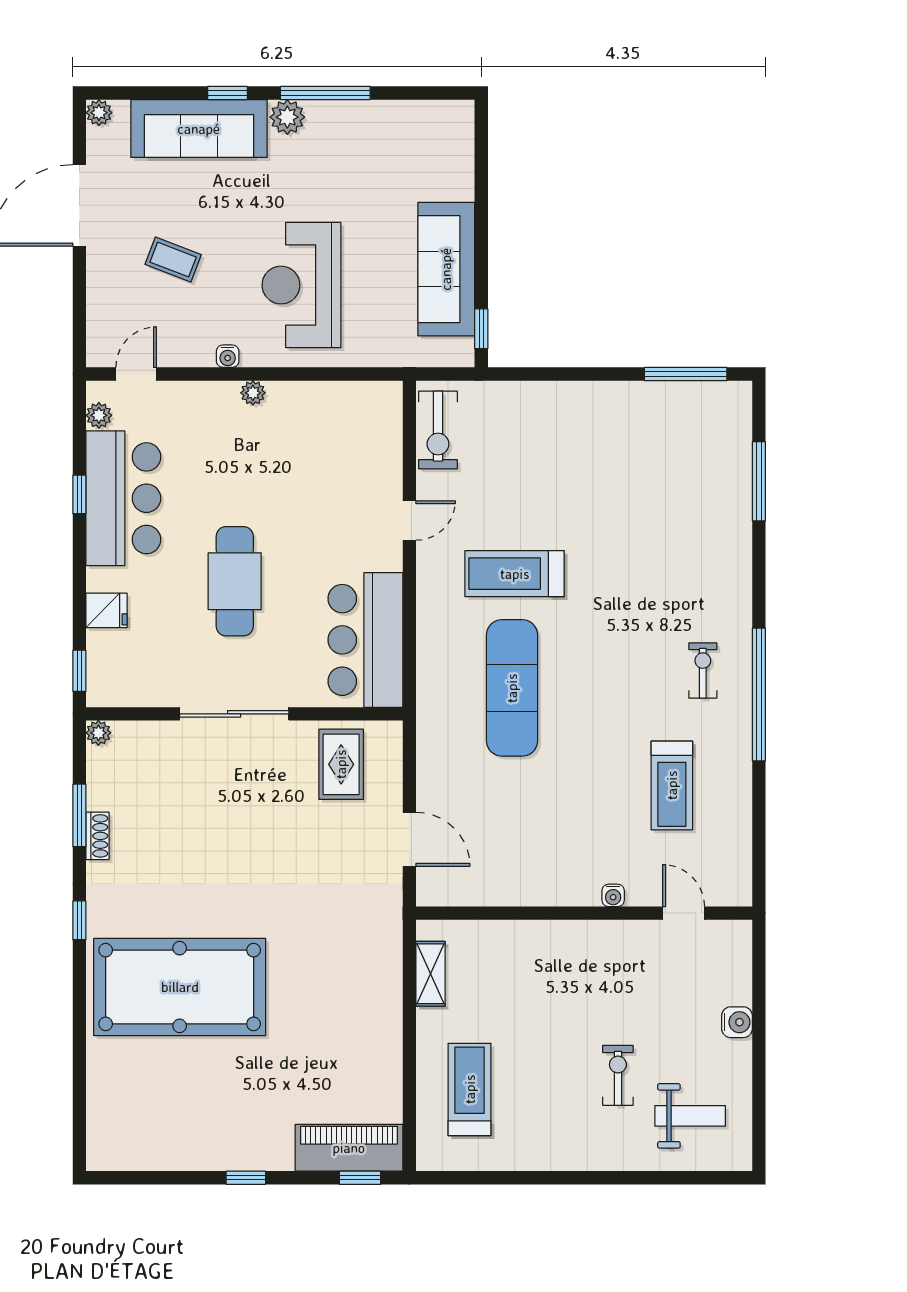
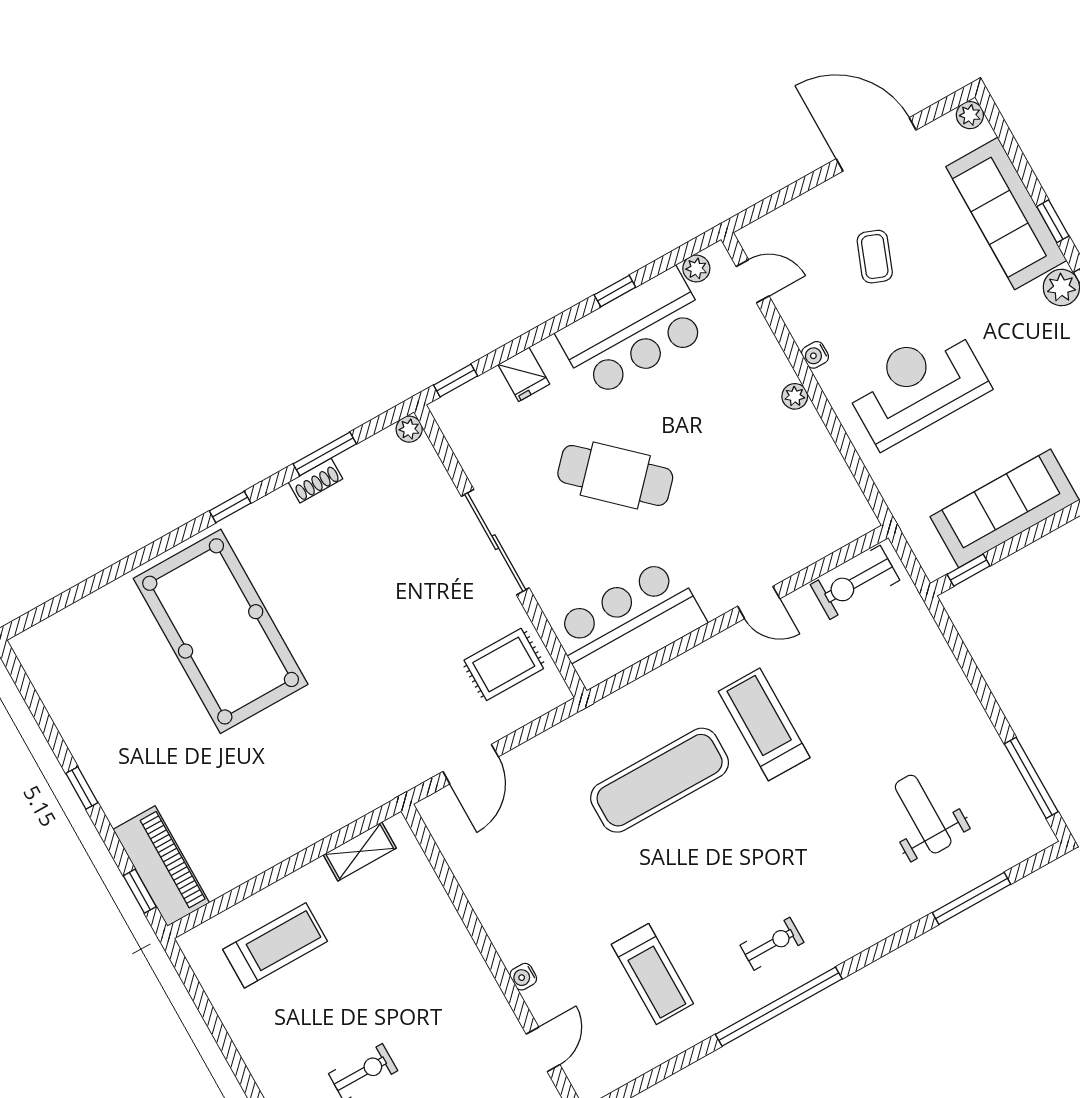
weight bench: (665, 482) -> (923, 814), added
cafe table: (235, 581) -> (615, 475), turned 43
treadmill: (672, 785) -> (652, 974), turned -90

